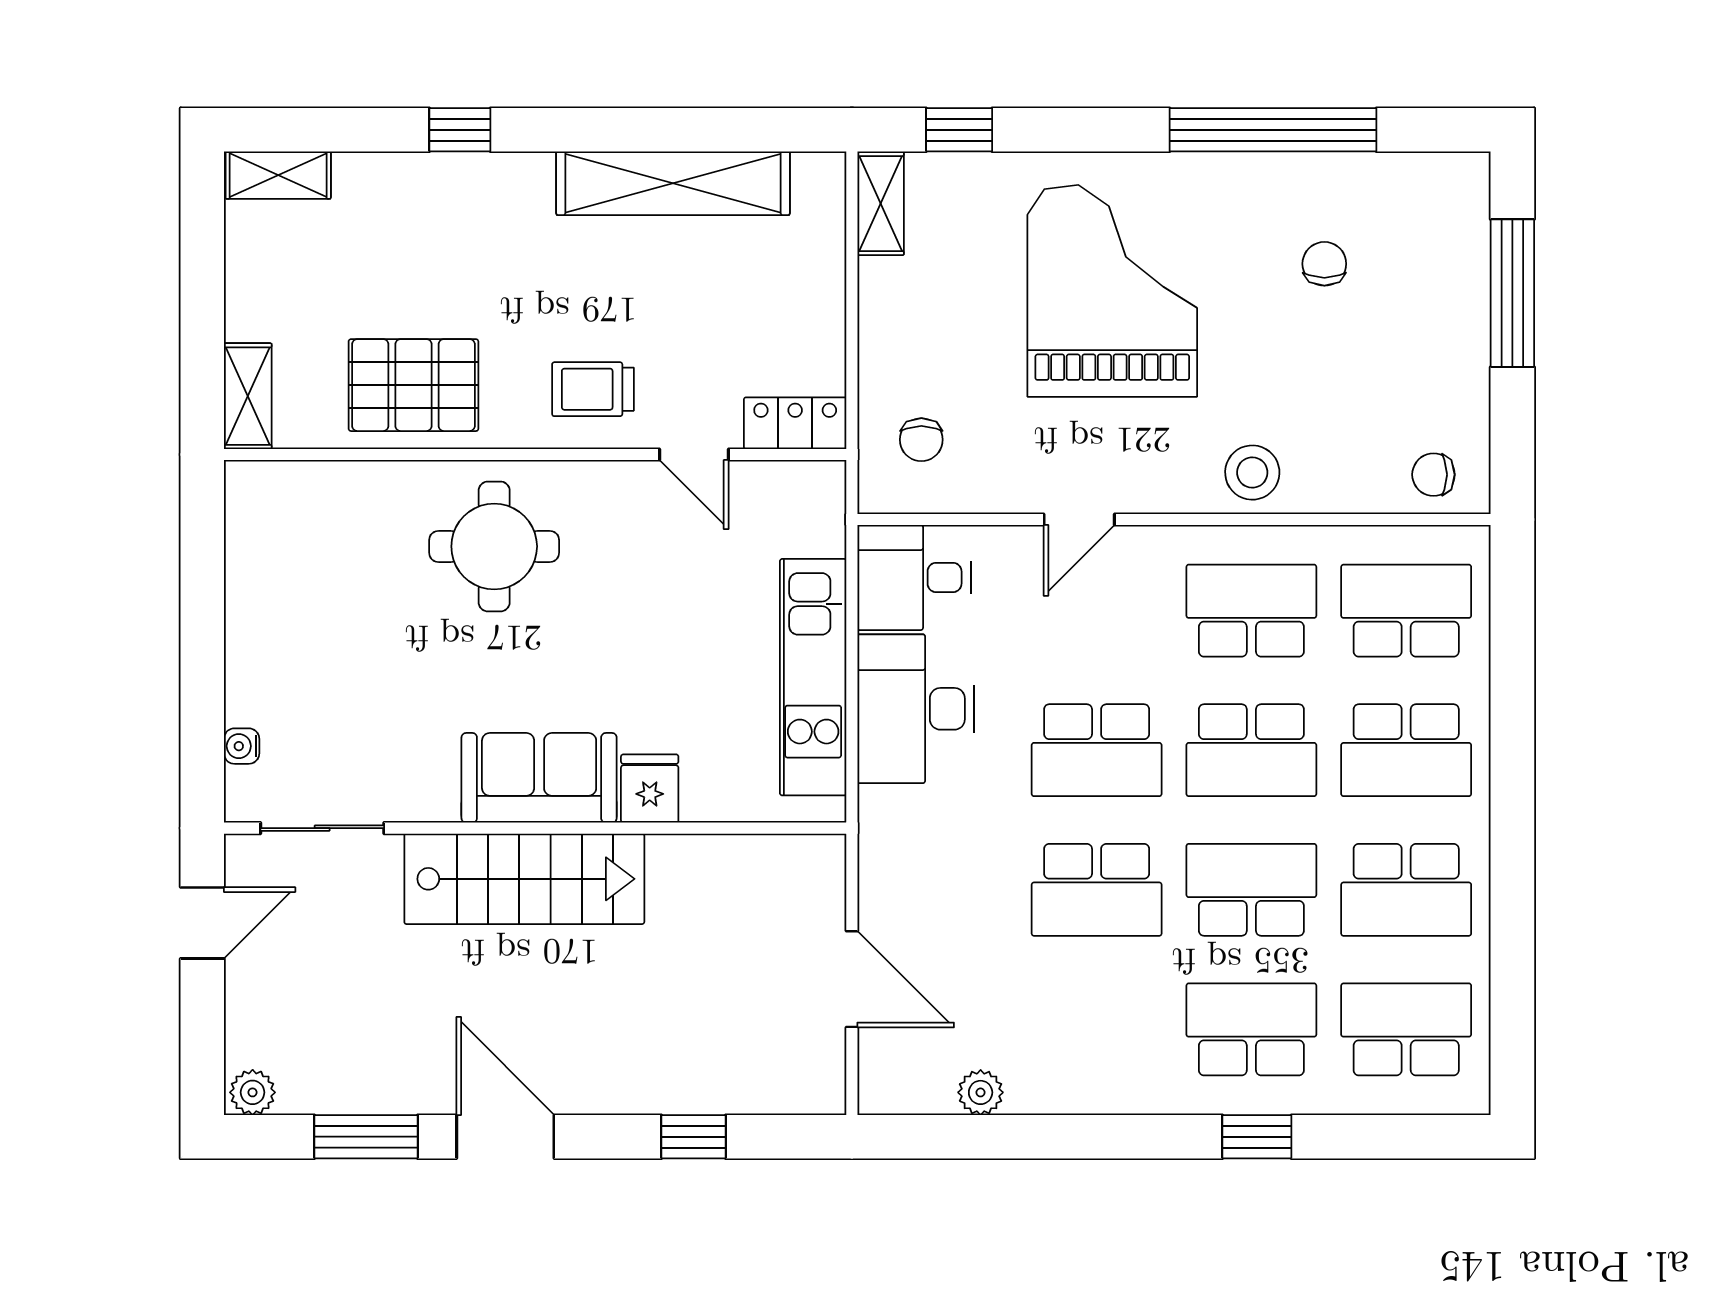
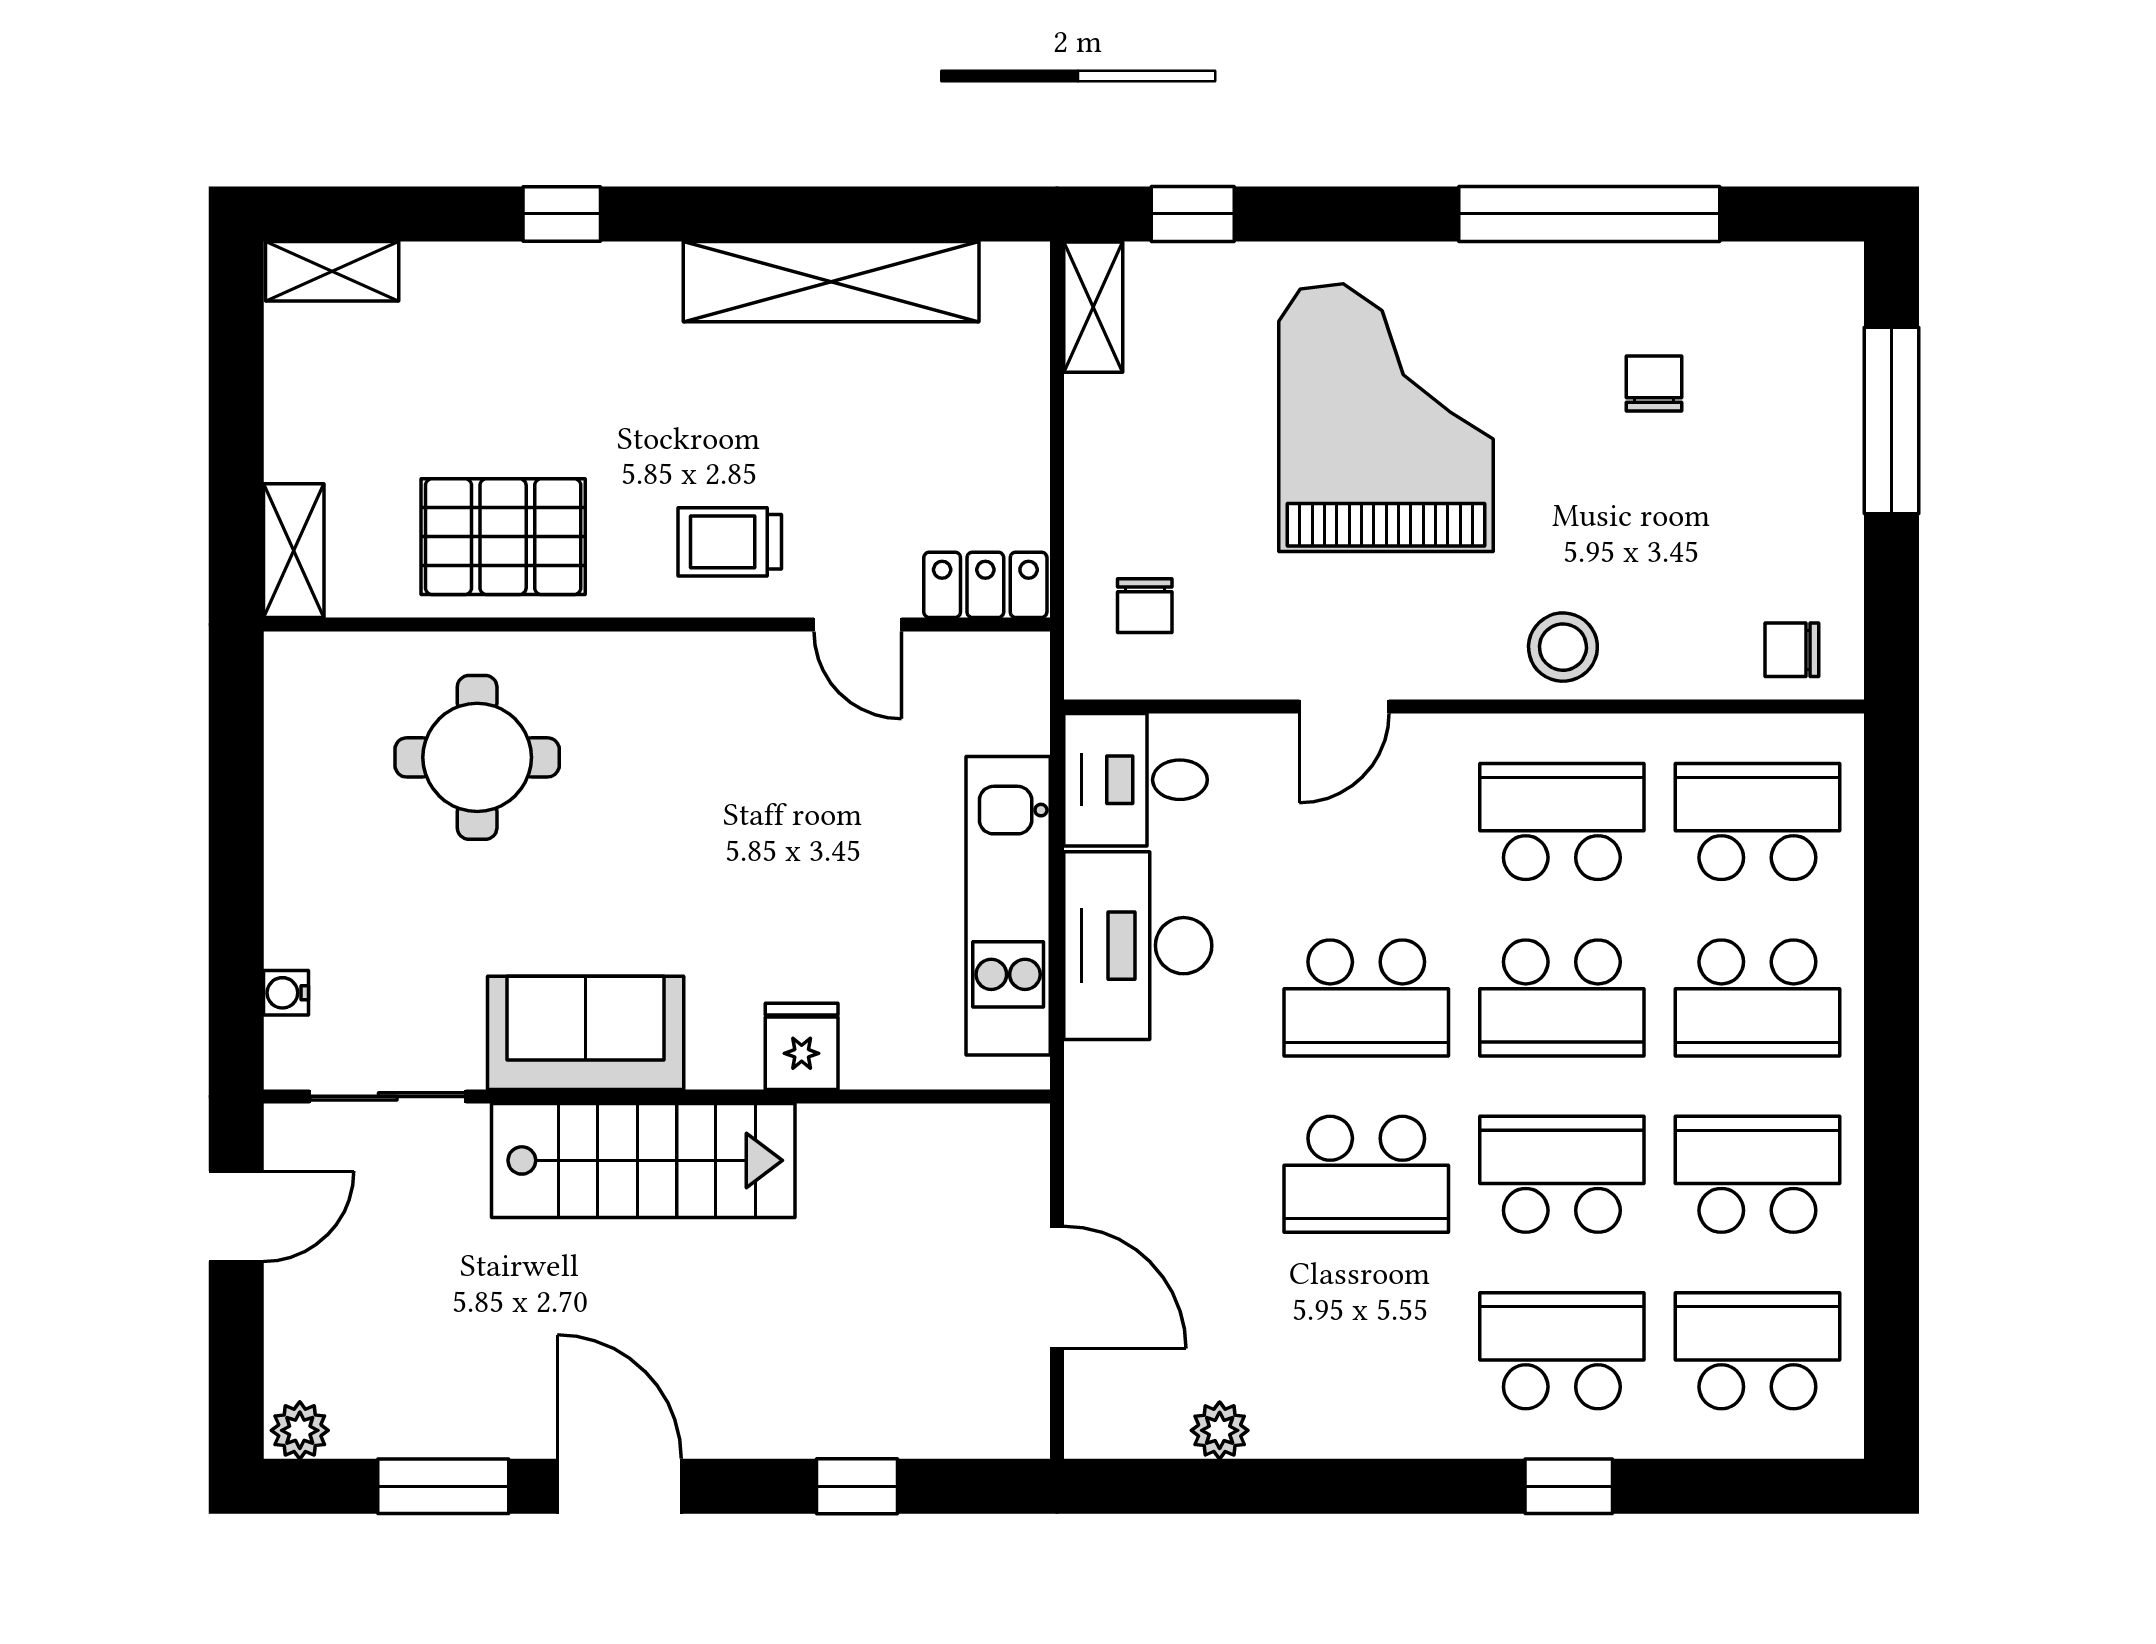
round table: (494, 546) -> (477, 757), moved
sofa: (539, 778) -> (586, 1033), moved
school desk: (1406, 890) -> (1757, 1174), turned 180

